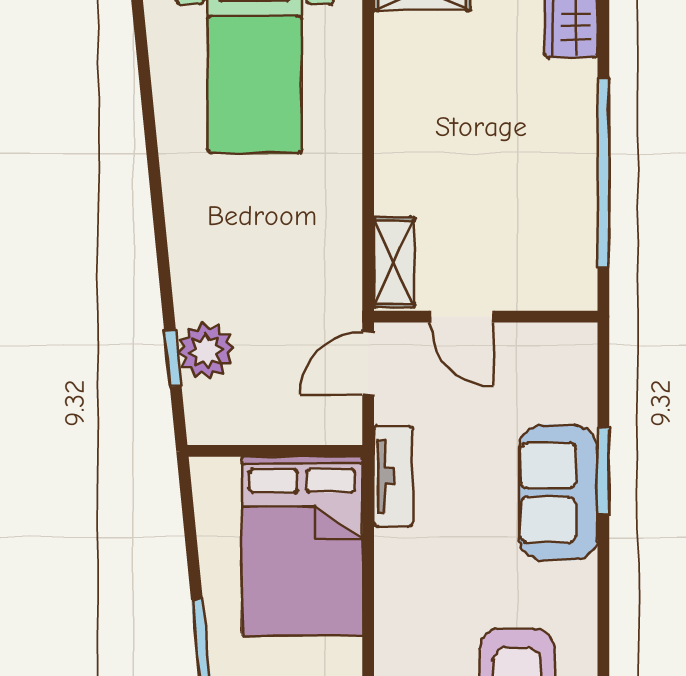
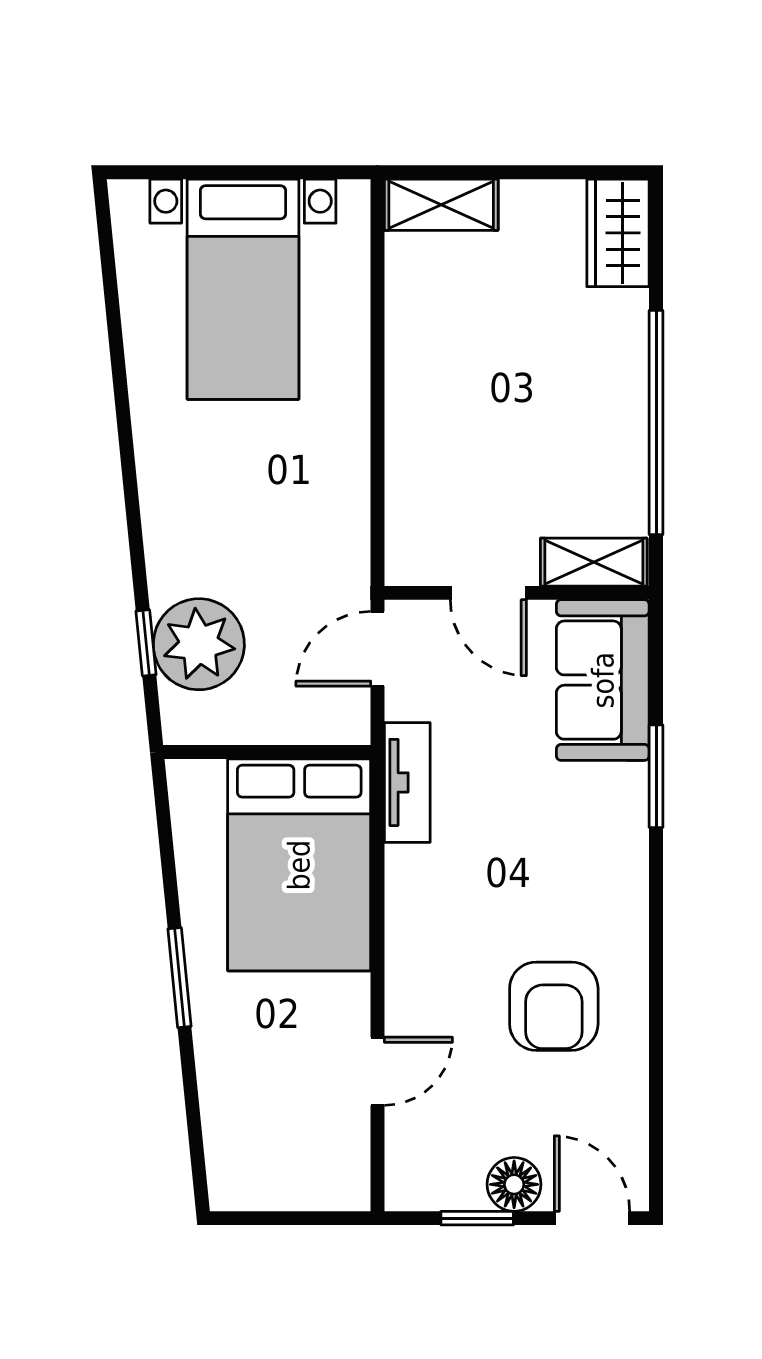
shelving: (394, 262) -> (594, 562), moved, turned 90
plant: (206, 351) -> (199, 644), width x1.36, depth x1.36
sofa: (558, 492) -> (603, 680), moved

